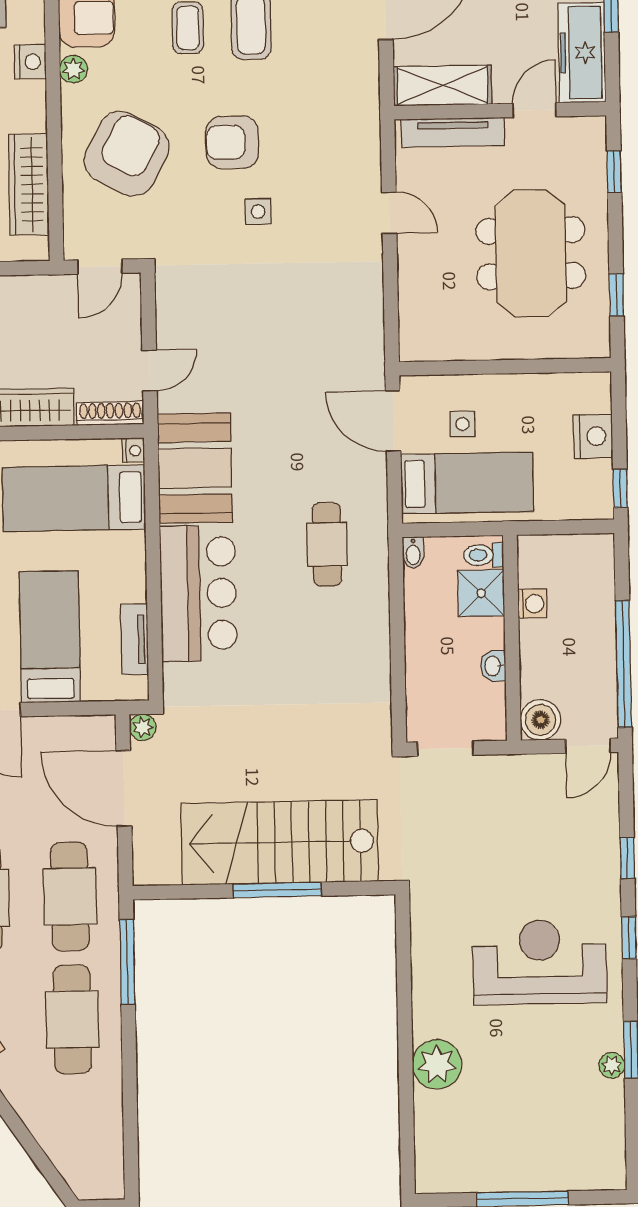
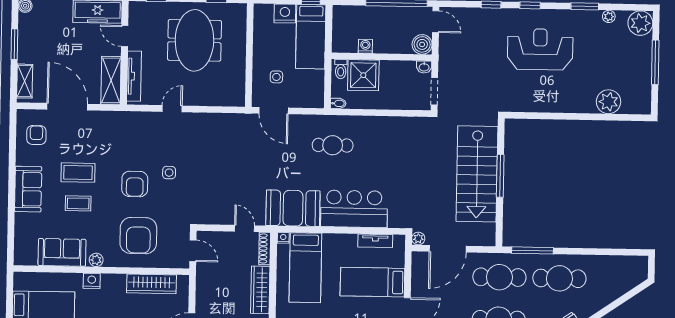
armchair: (127, 154) -> (138, 236), turned -118
meeting table: (531, 253) -> (194, 40), turned 90
door: (393, 421) -> (274, 111), hinge flipped
bed: (467, 483) -> (311, 37), moved, turned 180
shower: (481, 593) -> (363, 75), width x1.36, depth x1.36
washbasin: (493, 666) -> (424, 67), moved
reception desk: (540, 962) -> (540, 49), turned 90
plant: (437, 1064) -> (608, 102), moved
plant: (612, 1065) -> (609, 16), moved
plant: (601, 1165) -> (640, 23), added

